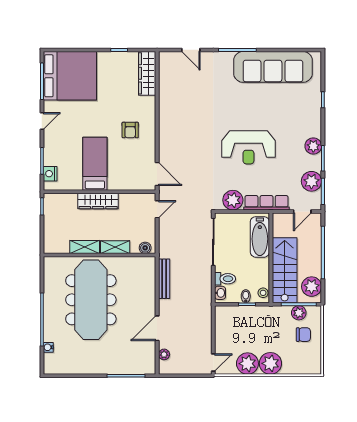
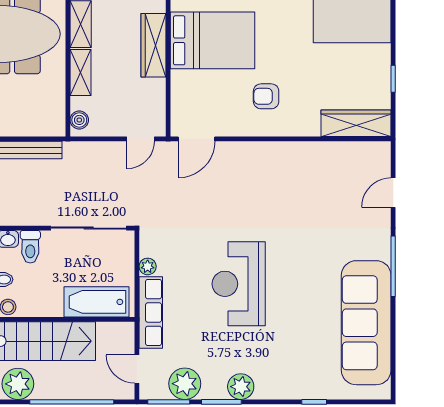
bed: (95, 164) -> (213, 40), width x1.50
plant: (233, 200) -> (148, 266), width x0.53, depth x0.53
door: (157, 209) -> (141, 139), hinge flipped

